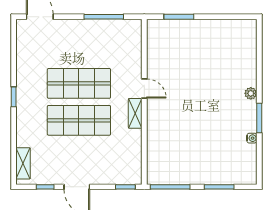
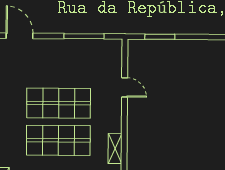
door: (144, 89) -> (125, 87), moved
shelving: (135, 113) -> (115, 149), moved

